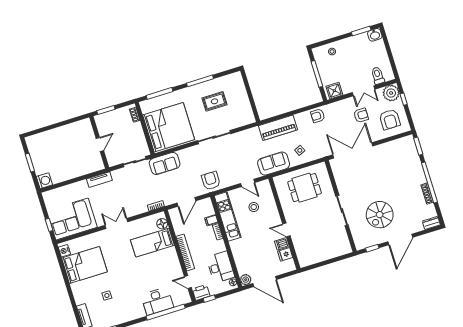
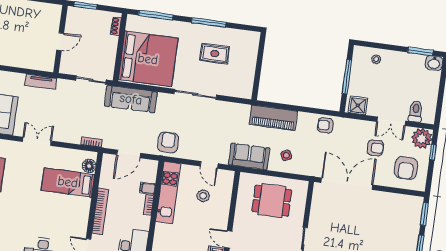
sofa: (165, 163) -> (131, 99), width x1.36

